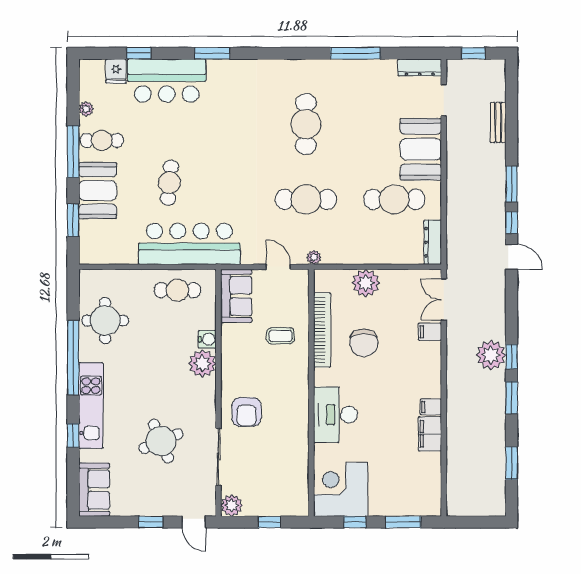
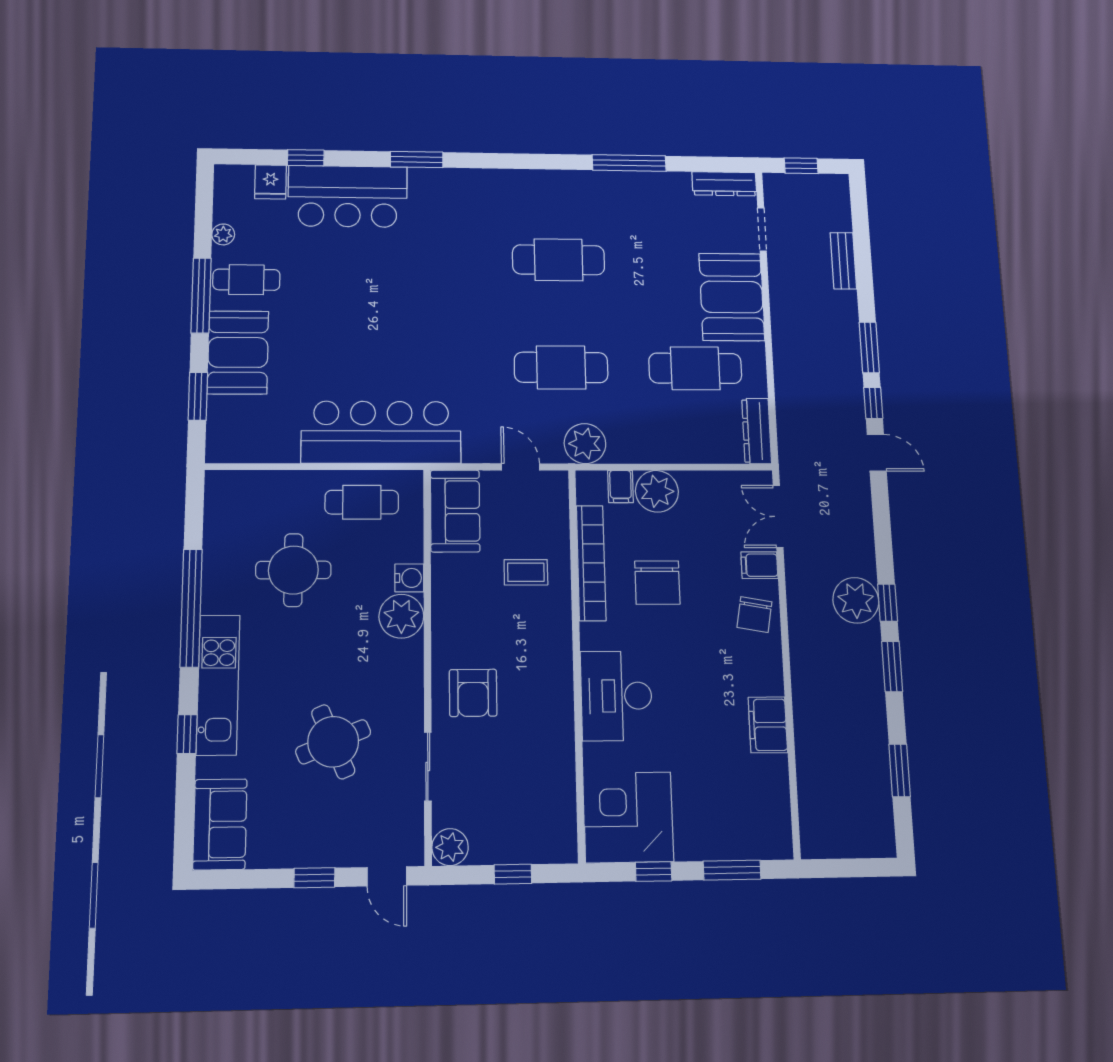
cafe table: (306, 124) -> (559, 260), turned 90
cafe table: (169, 183) -> (351, 342), removed
plant: (314, 257) -> (585, 444), width x1.87, depth x1.87
round table: (105, 321) -> (293, 570), moved
chair: (425, 364) -> (754, 615), added
filing cabinet: (431, 407) -> (621, 486), moved, turned -90
sliding door: (218, 457) -> (428, 766), width x0.73

